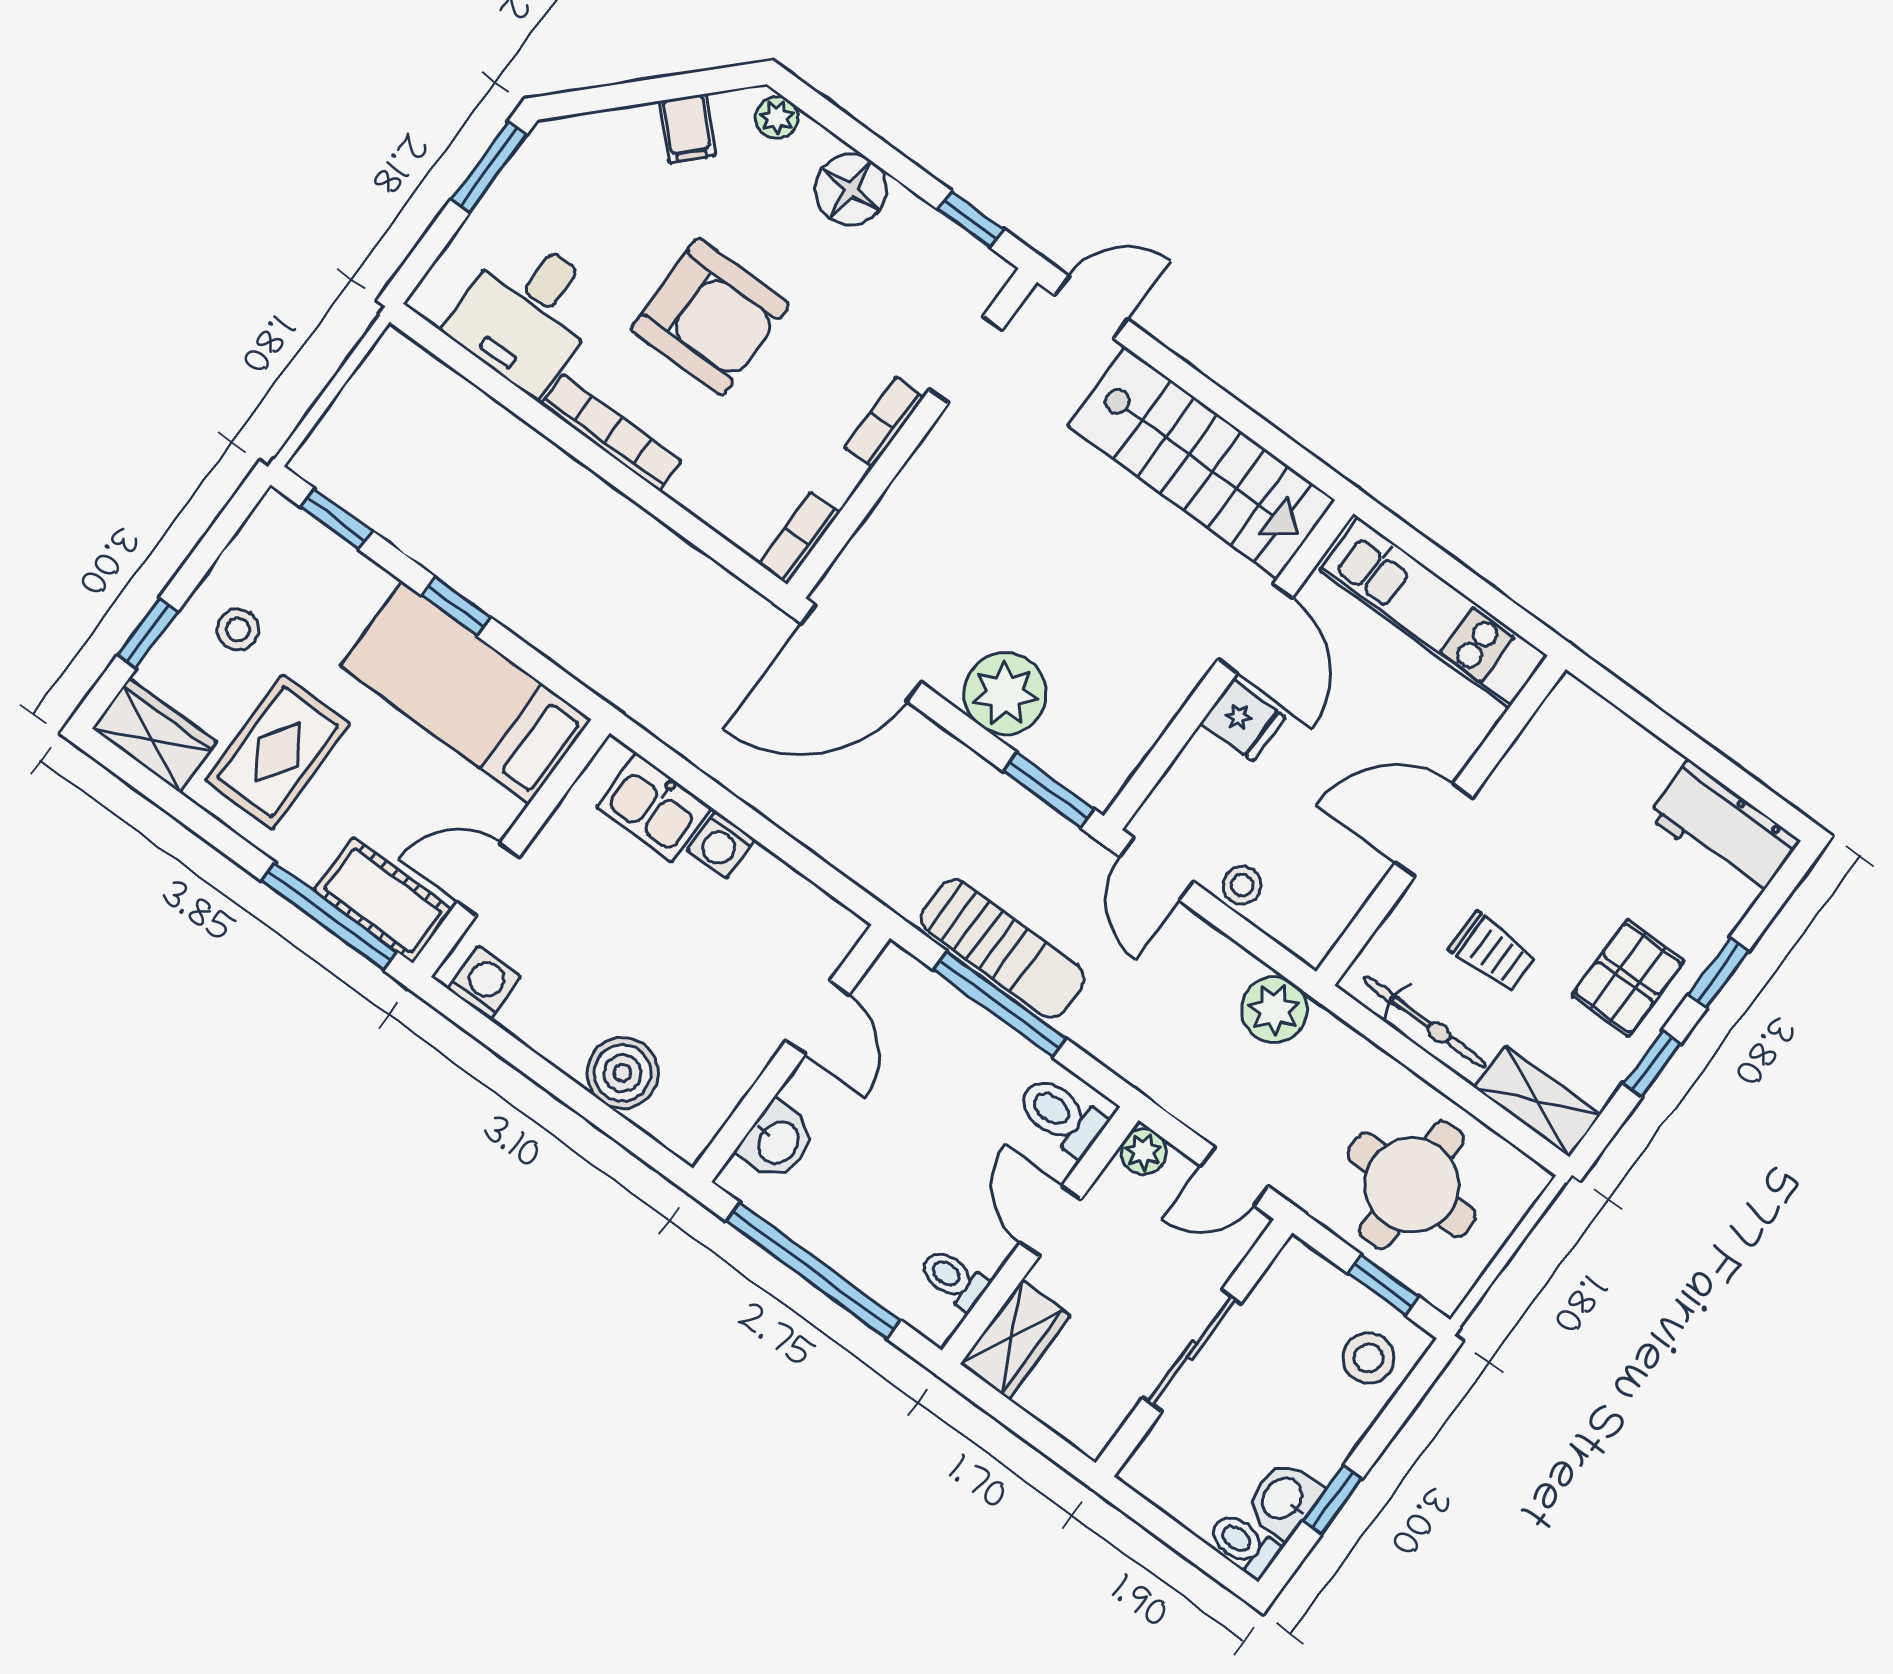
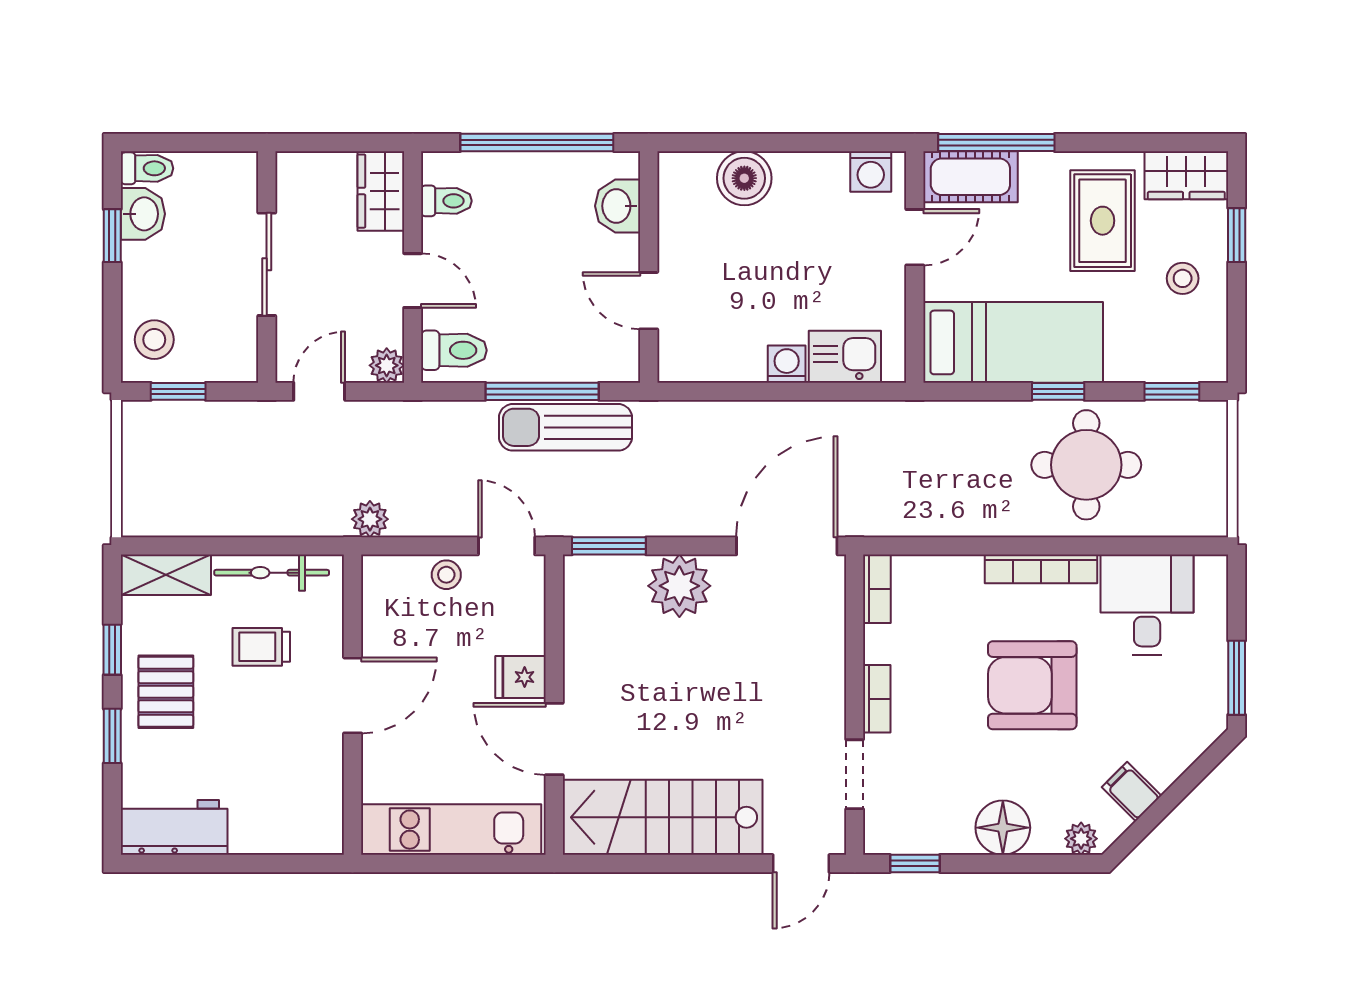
plant: (1274, 1010) -> (370, 519), width x0.73, depth x0.73
round table: (1412, 1185) -> (1086, 465), moved

